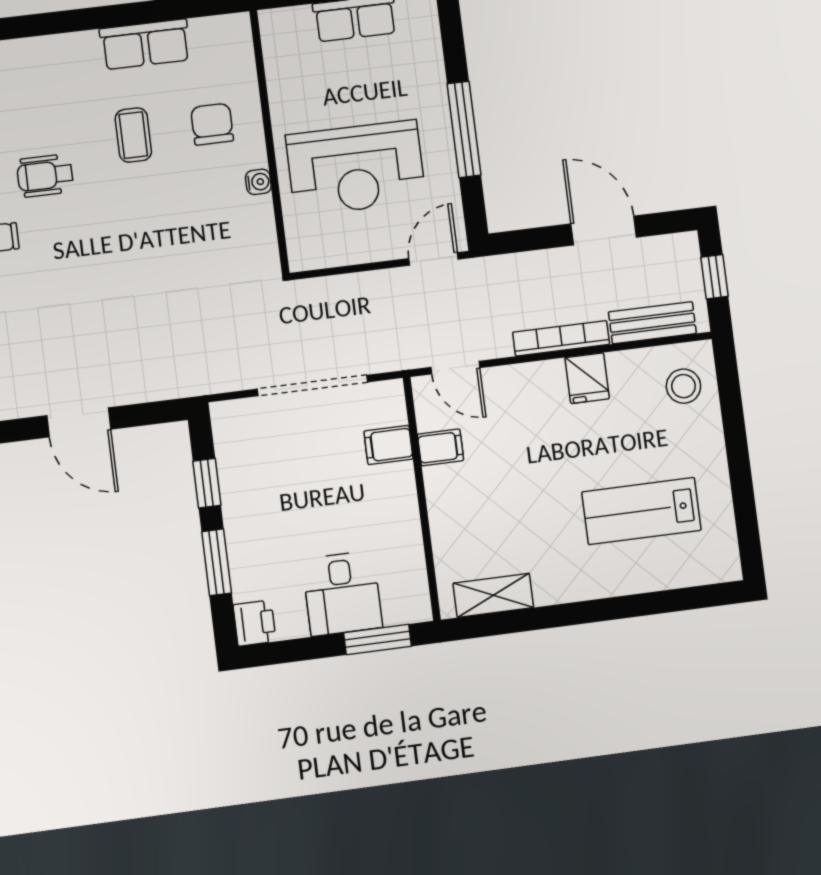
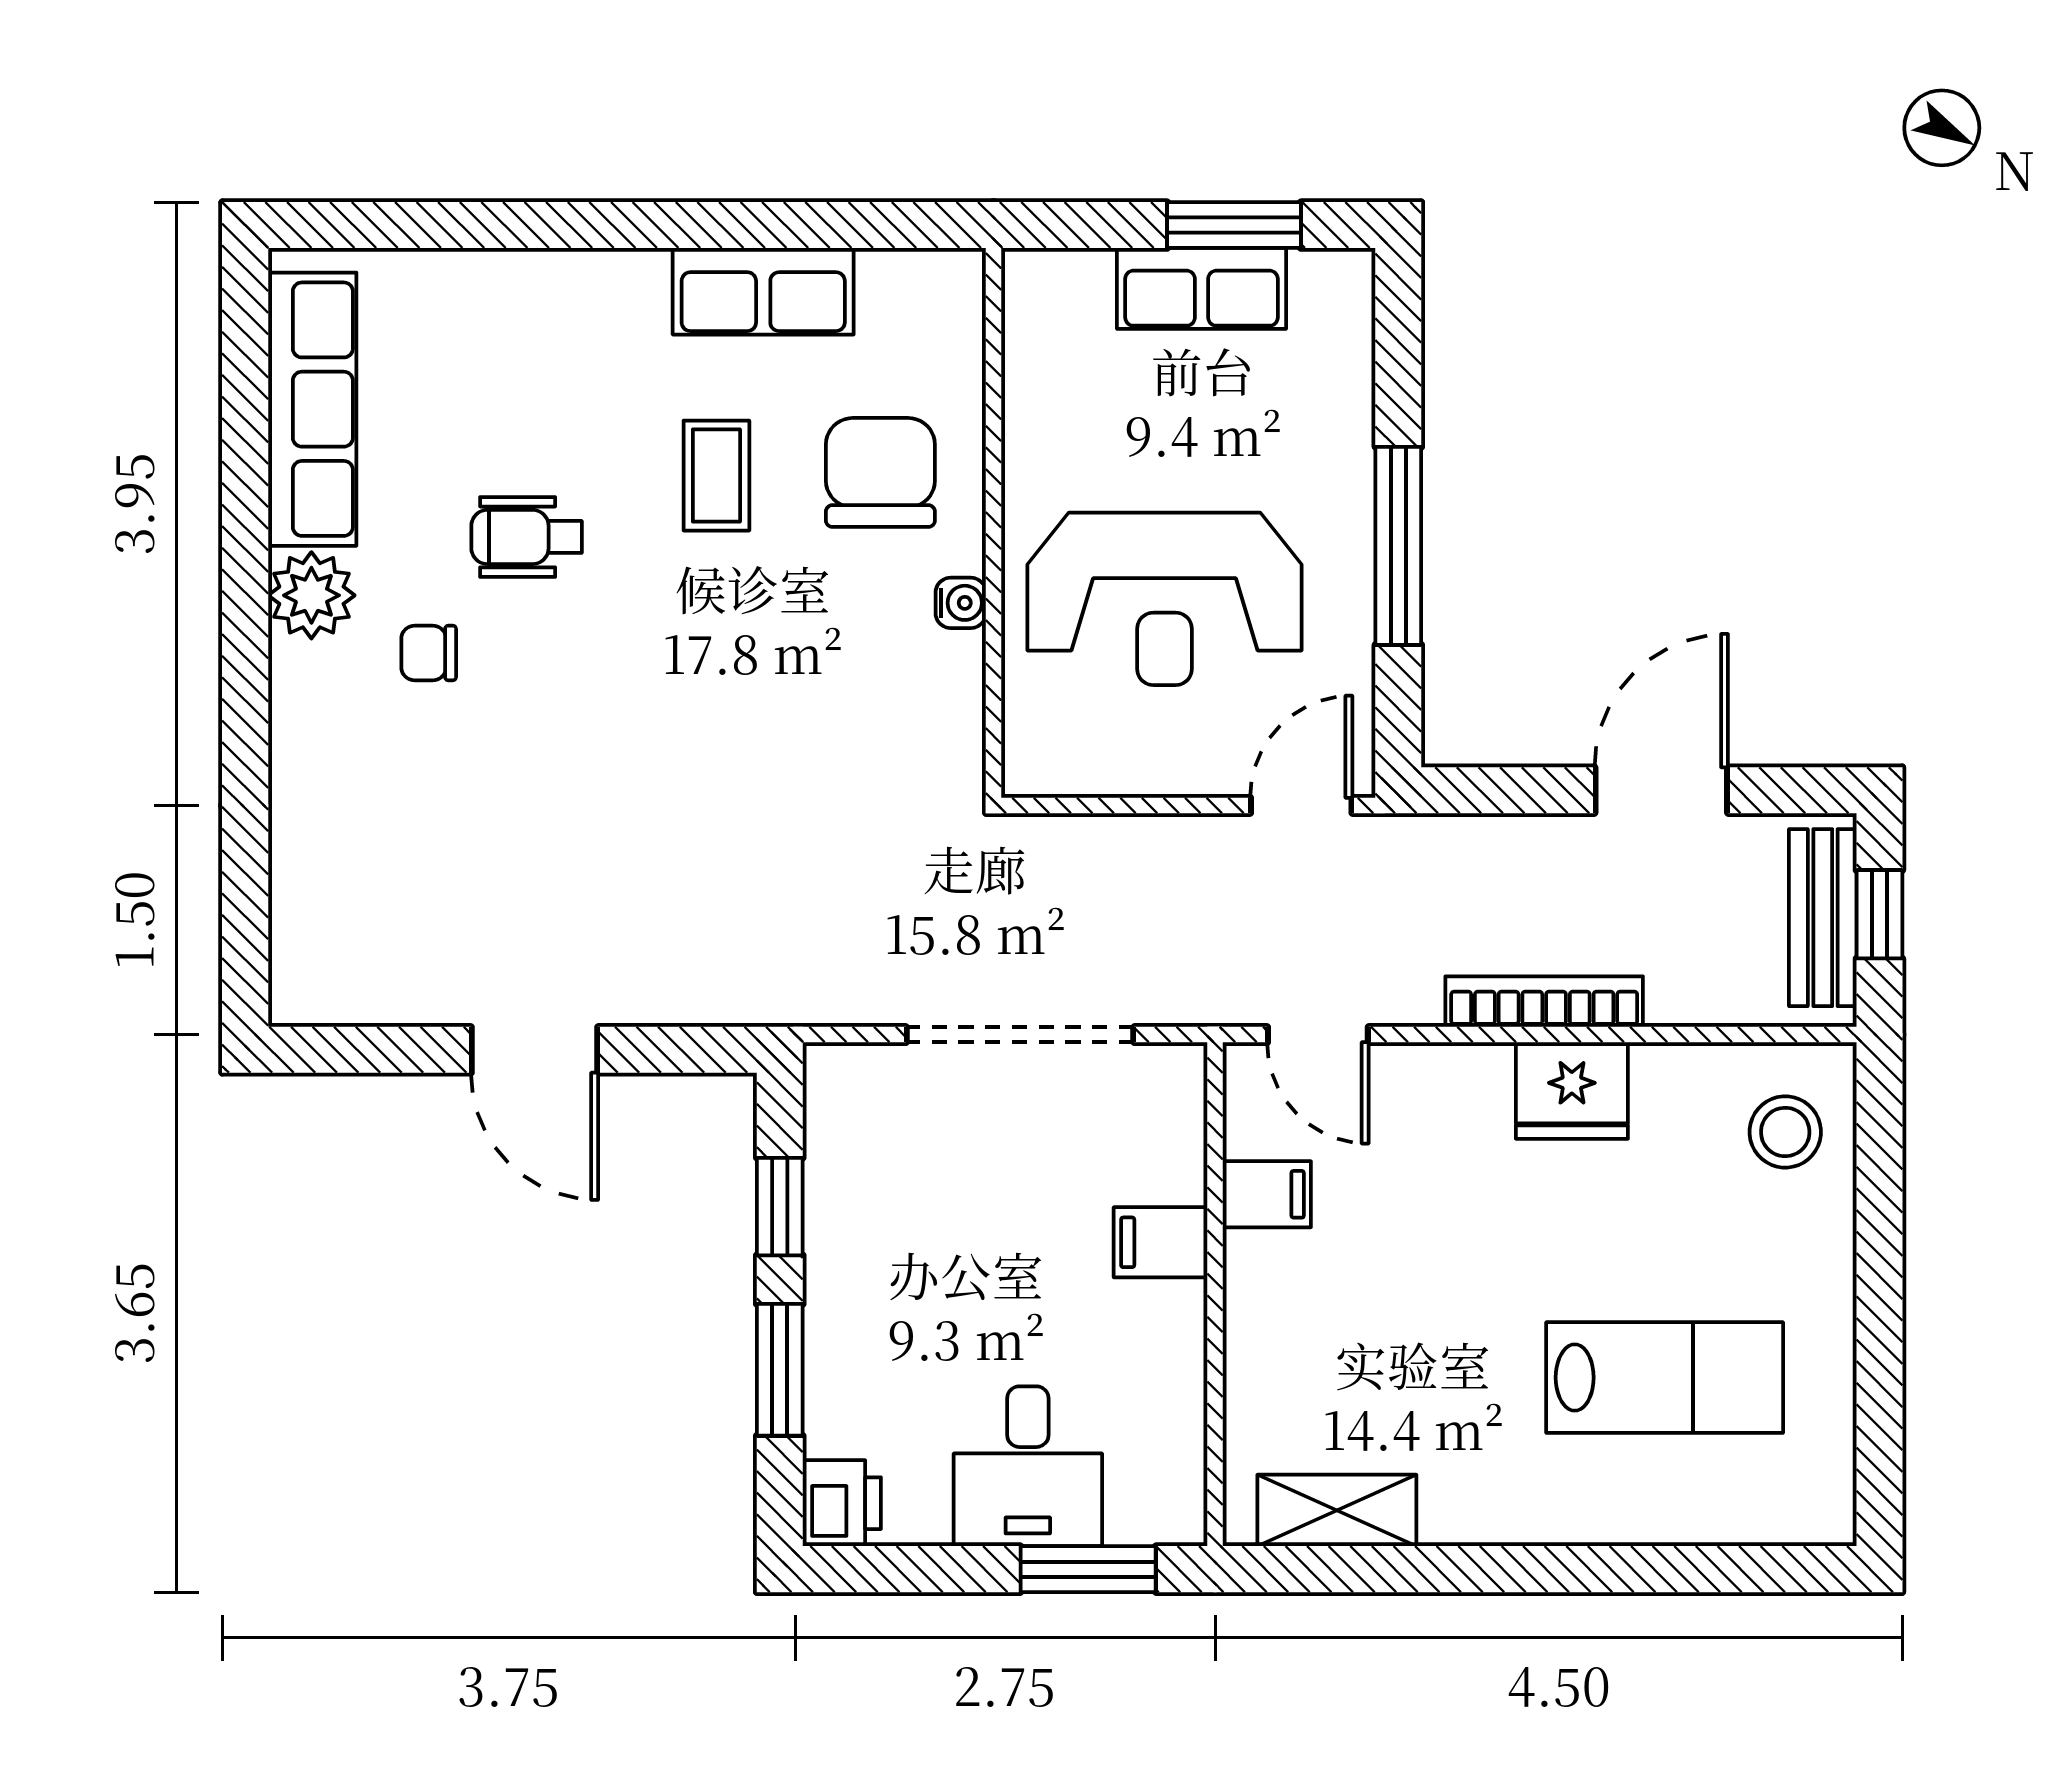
chair: (212, 124) -> (880, 472), width x1.37, depth x1.37
door: (604, 231) -> (1661, 790), hinge flipped
bench: (652, 323) -> (1823, 918), moved, turned 90
fridge: (587, 378) -> (1572, 1090), width x1.38
filing cabinet: (388, 445) -> (1161, 1242), moved
lab bench: (642, 511) -> (1665, 1378), turned 180

